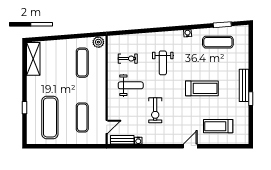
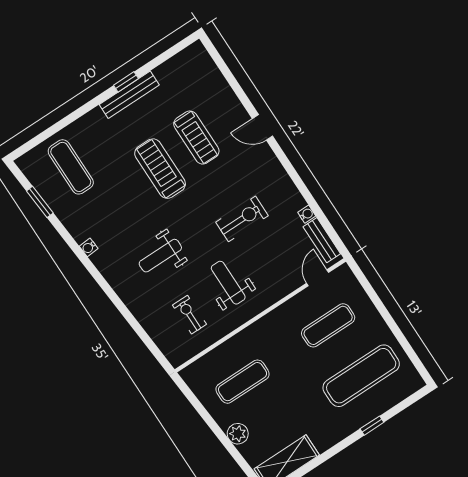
plant: (98, 42) -> (238, 434), moved
exercise mat: (218, 42) -> (71, 167), moved
weight bench: (163, 63) -> (160, 256), turned 180
bench: (244, 85) -> (129, 95), moved
treadmill: (218, 126) -> (196, 138), moved
door: (107, 127) -> (318, 278), hinge flipped

